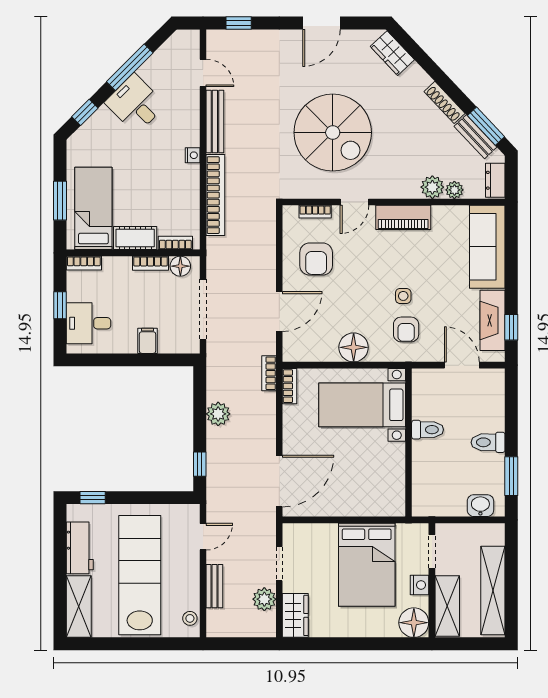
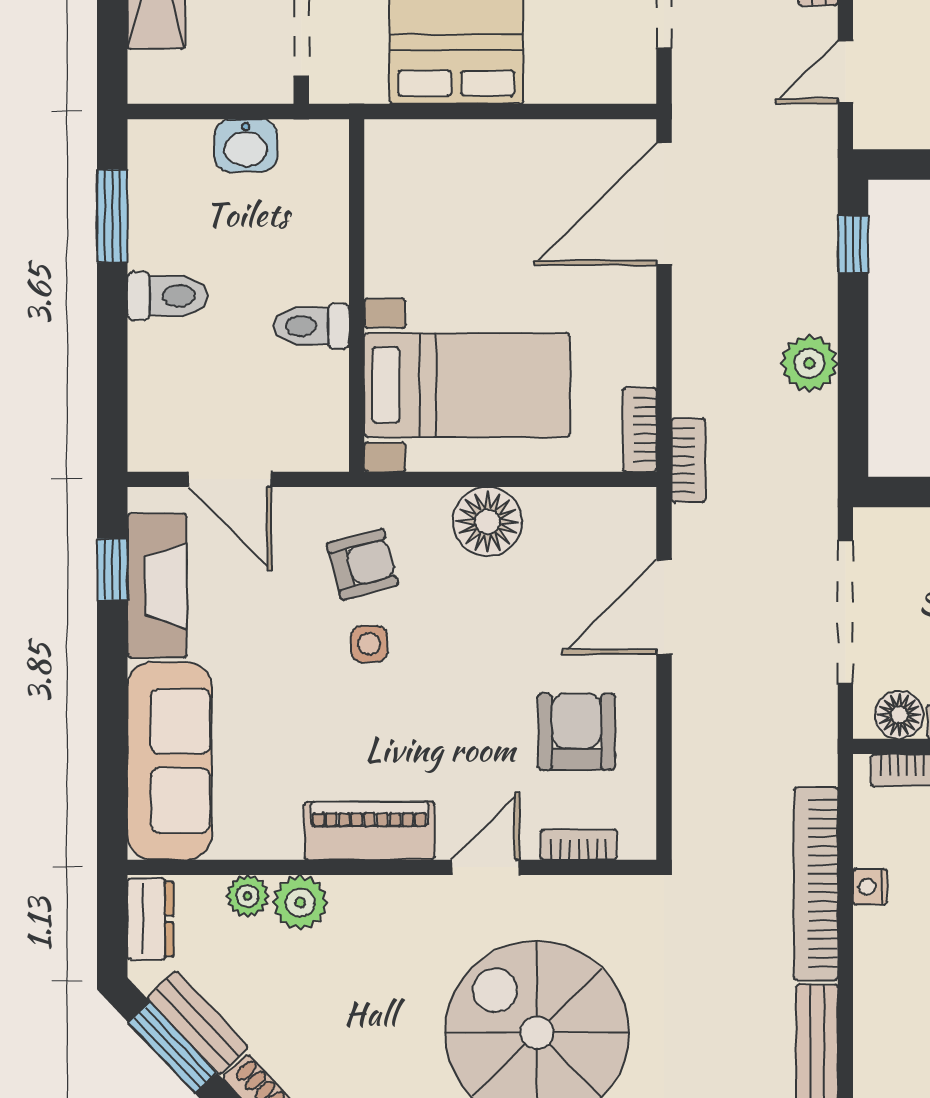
nightstand: (193, 155) -> (870, 887), moved
armchair: (406, 329) -> (362, 564), turned 75
washbasin: (480, 506) -> (246, 145), moved

